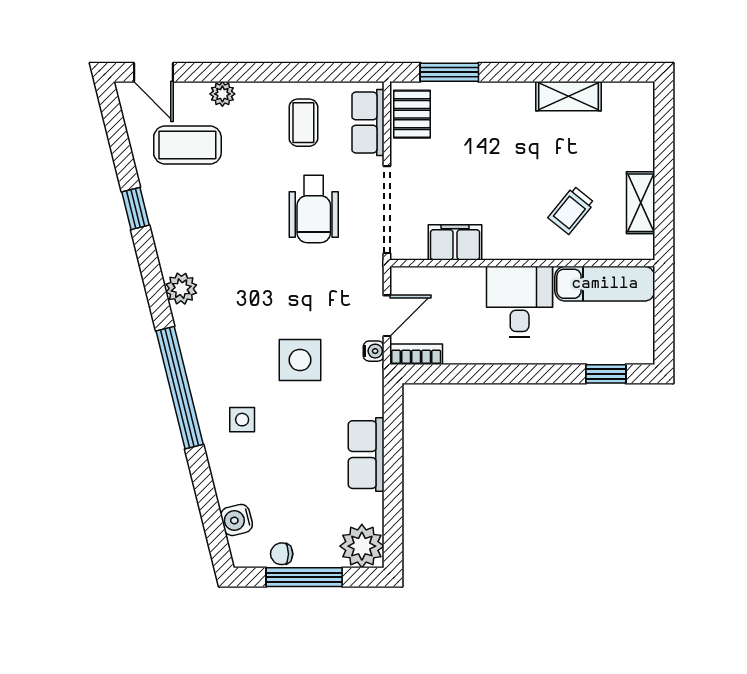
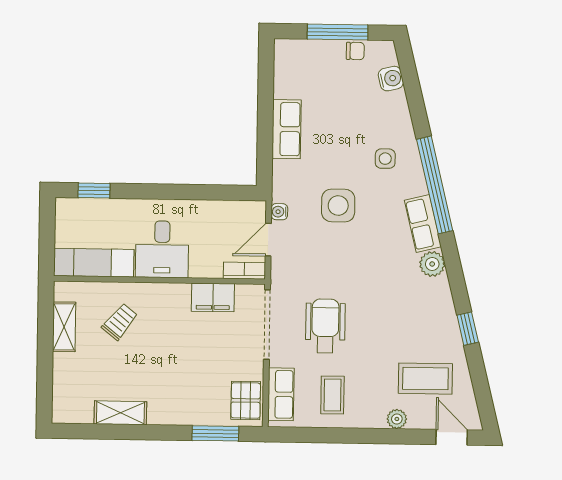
row of seats: (194, 339) -> (423, 223), added
bookcase: (416, 354) -> (244, 271), moved, turned 180
plant: (362, 546) -> (291, 56), removed

